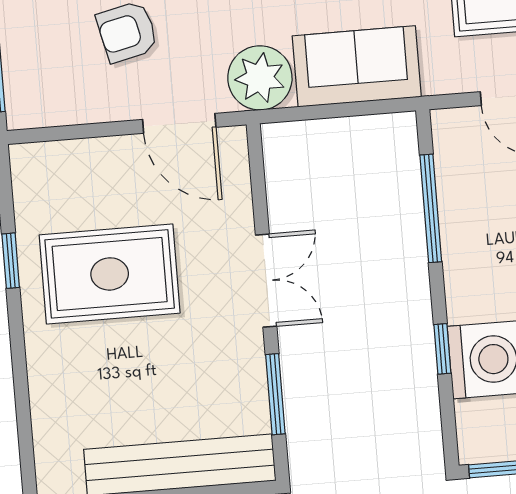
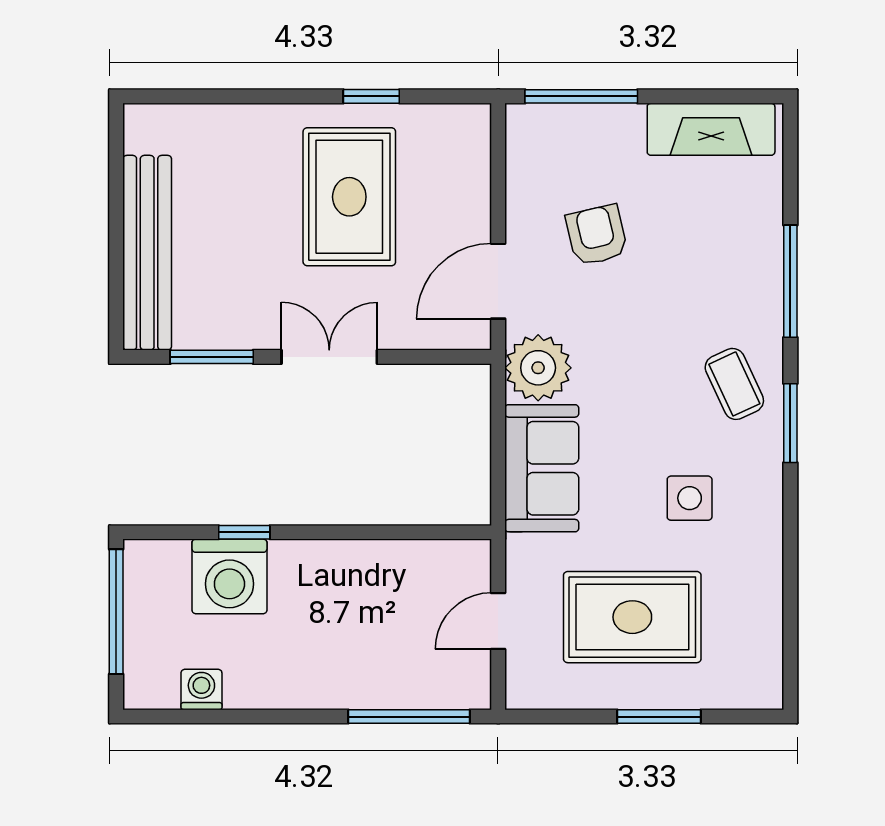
window: (431, 208) -> (390, 532), removed
double door: (266, 281) -> (329, 357), swing flipped

